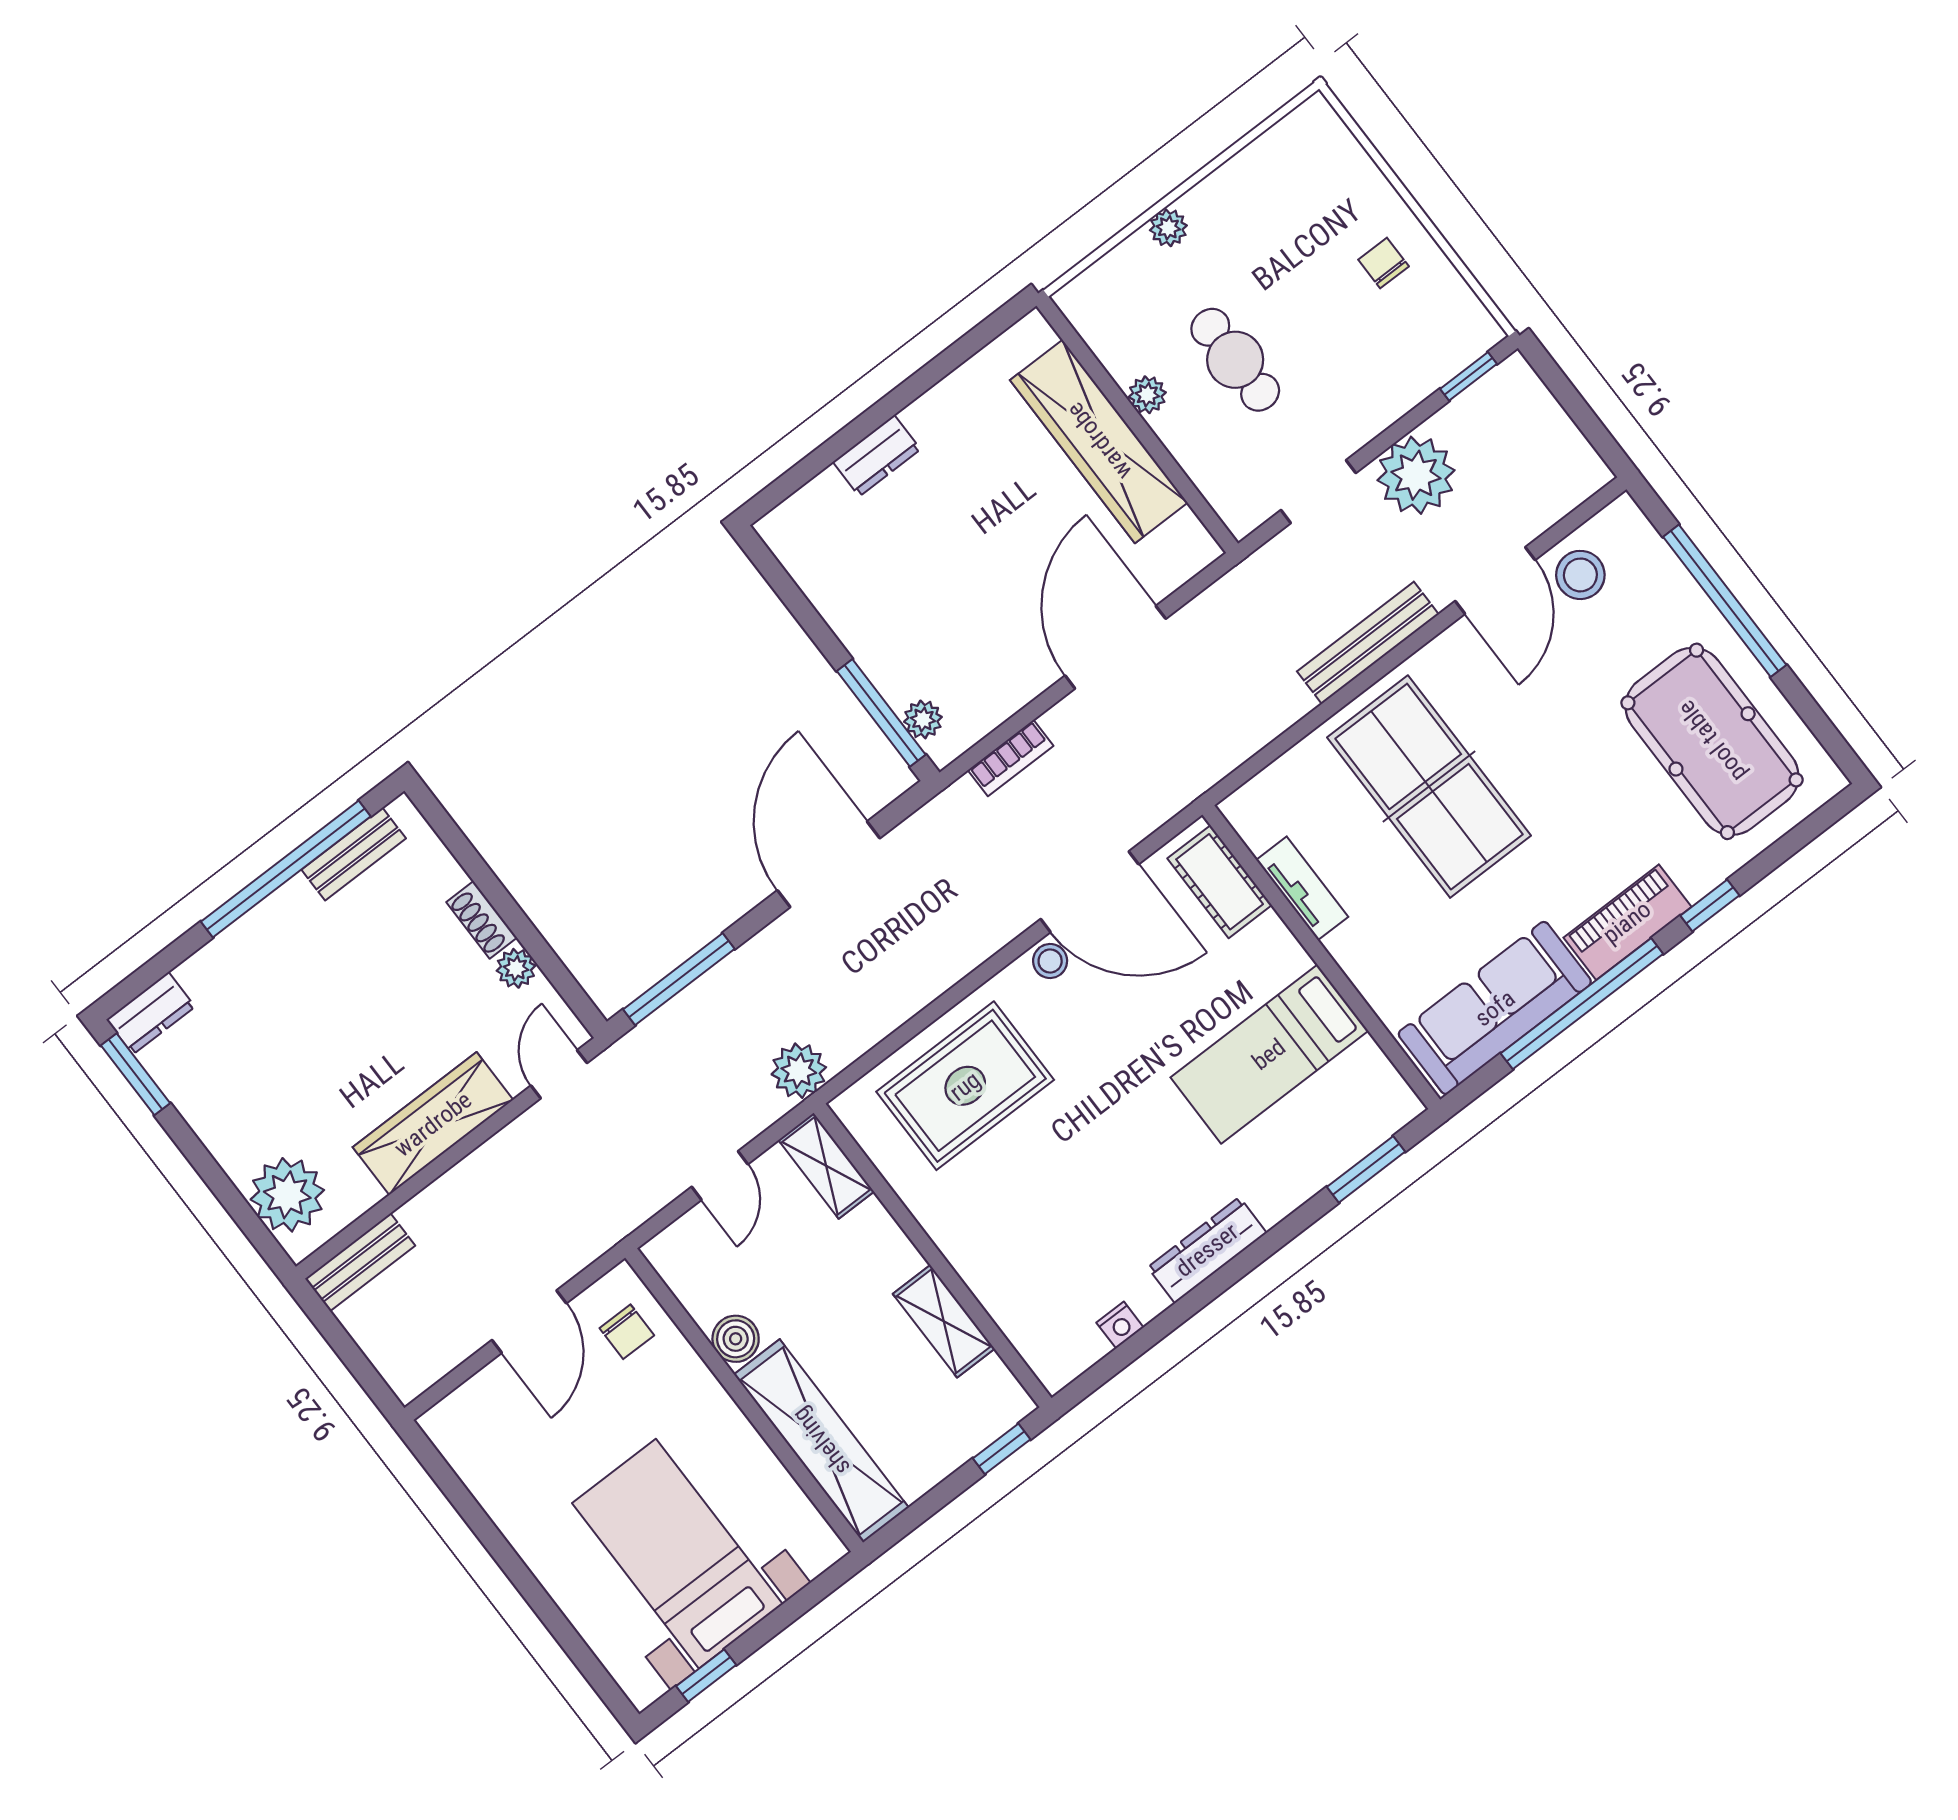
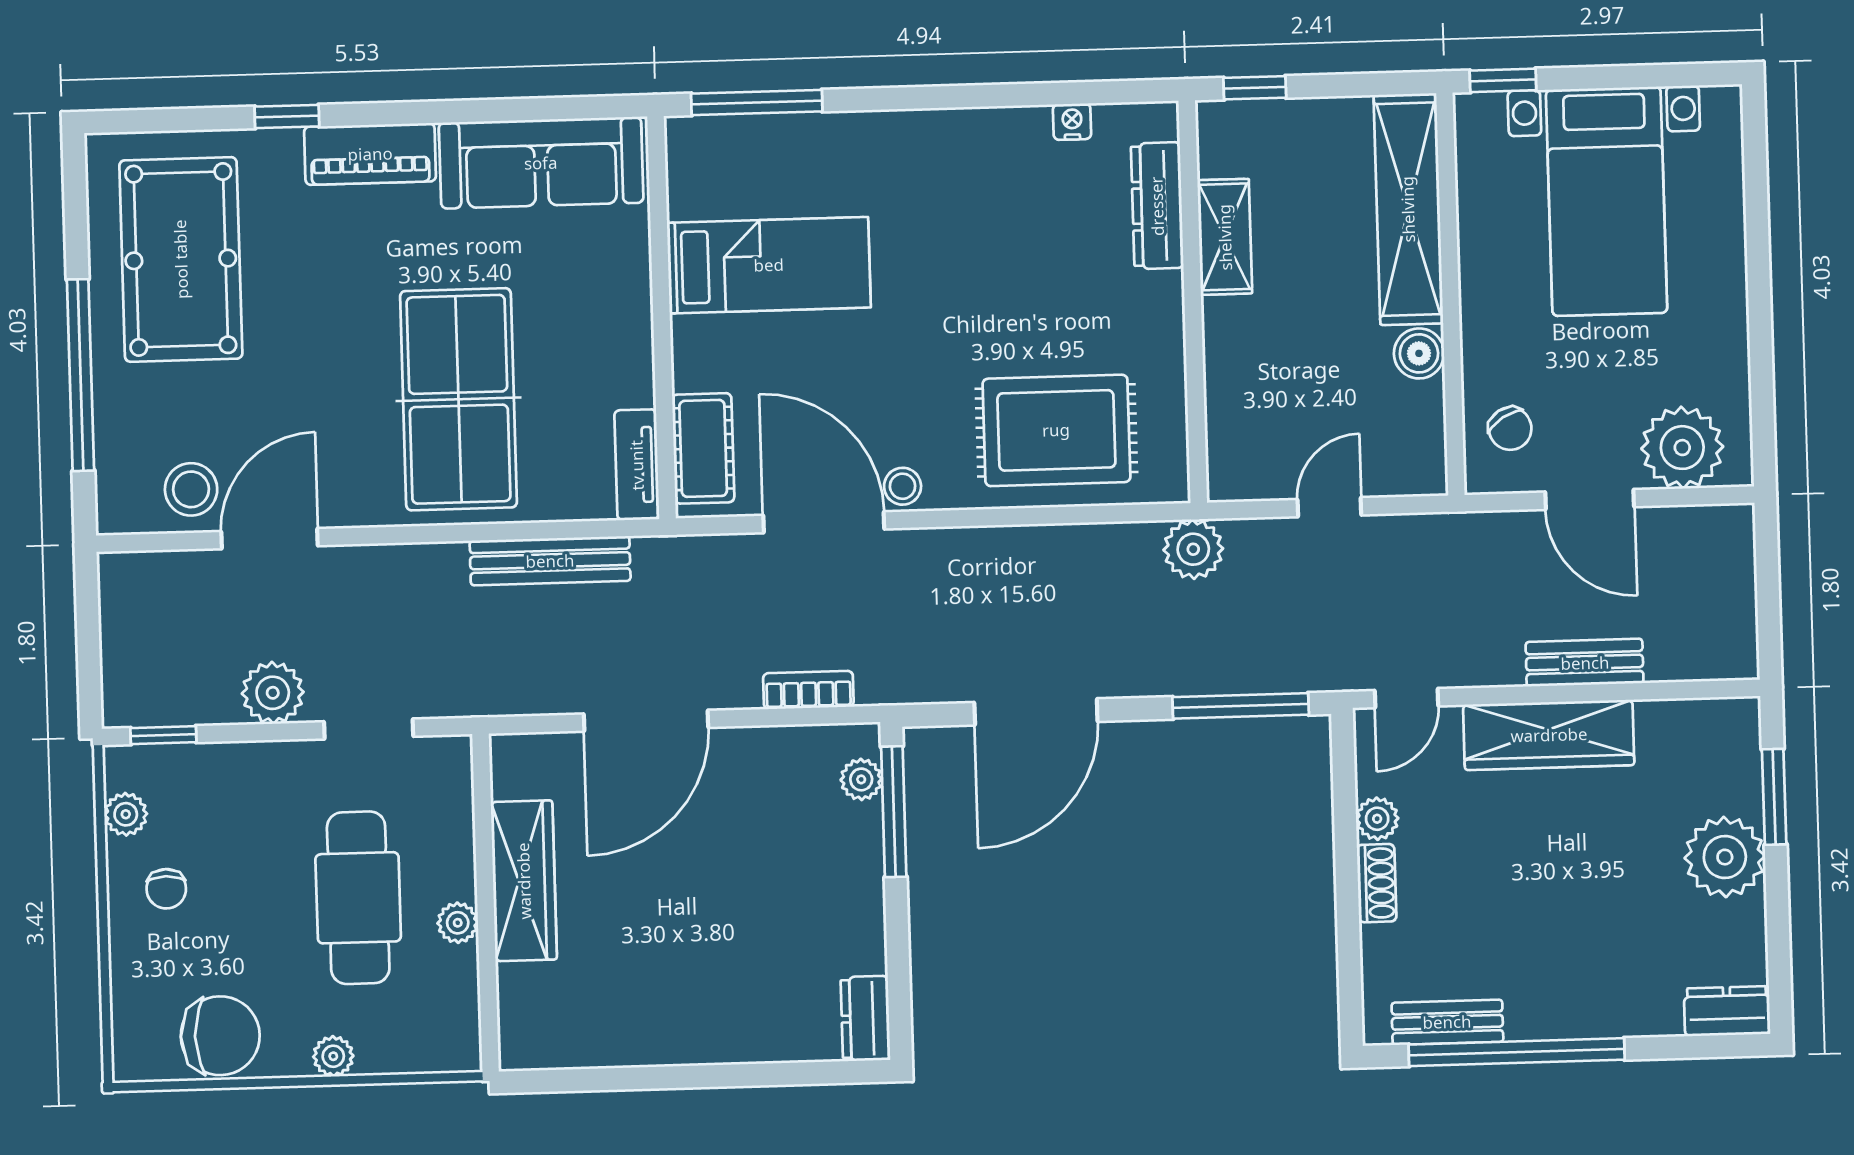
chair: (1264, 182) -> (220, 1036), added
plant: (1454, 297) -> (126, 814), added
cafe table: (1235, 360) -> (358, 898), width x1.37, depth x1.35
wardrobe: (1099, 441) -> (524, 881), width x0.71, depth x0.85
dresser: (877, 456) -> (865, 1019), moved, turned -90
plant: (1416, 475) -> (273, 693), width x0.73, depth x0.73
bench: (1368, 643) -> (550, 561), moved
tv unit: (1302, 888) -> (637, 465), moved
window: (1582, 1004) -> (462, 111), removed
window: (135, 1074) -> (1774, 797), moved
shelving: (826, 1166) -> (1229, 448), removed
window: (1366, 1169) -> (757, 103), width x1.44
plant: (287, 1195) -> (1725, 857), moved
dresser: (1207, 1250) -> (1157, 206), moved, turned 90
bench: (360, 1262) -> (1585, 663), moved
door: (529, 1322) -> (1590, 499), swing flipped
chair: (627, 1332) -> (1510, 429), turned 148
plant: (488, 1410) -> (1682, 448), added
window: (706, 1676) -> (1503, 80), moved

